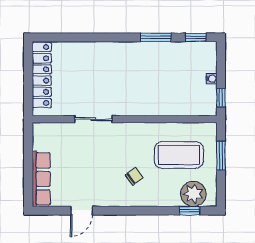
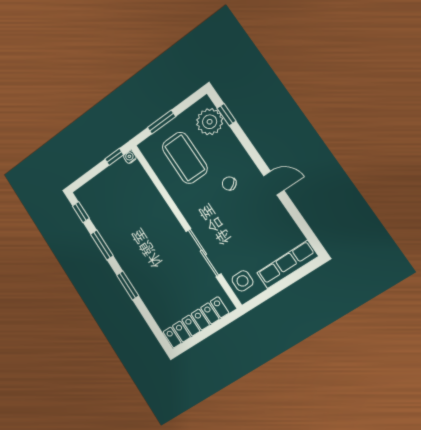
window: (108, 37) -> (128, 285), added
water cooler: (211, 79) -> (130, 157), moved
sliding door: (93, 119) -> (203, 253), width x1.37
side table: (51, 135) -> (242, 281), added
door: (82, 211) -> (274, 183), moved

